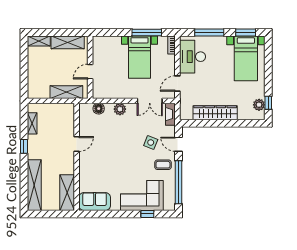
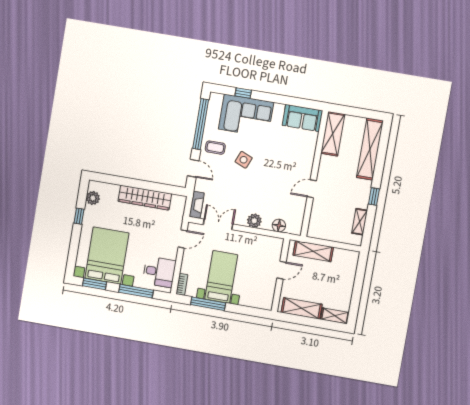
desk: (193, 57) -> (159, 272), width x0.73
bed with nightstands: (246, 58) -> (107, 256), width x1.36
window: (268, 103) -> (79, 216), moved
side table: (151, 142) -> (244, 160), moved

